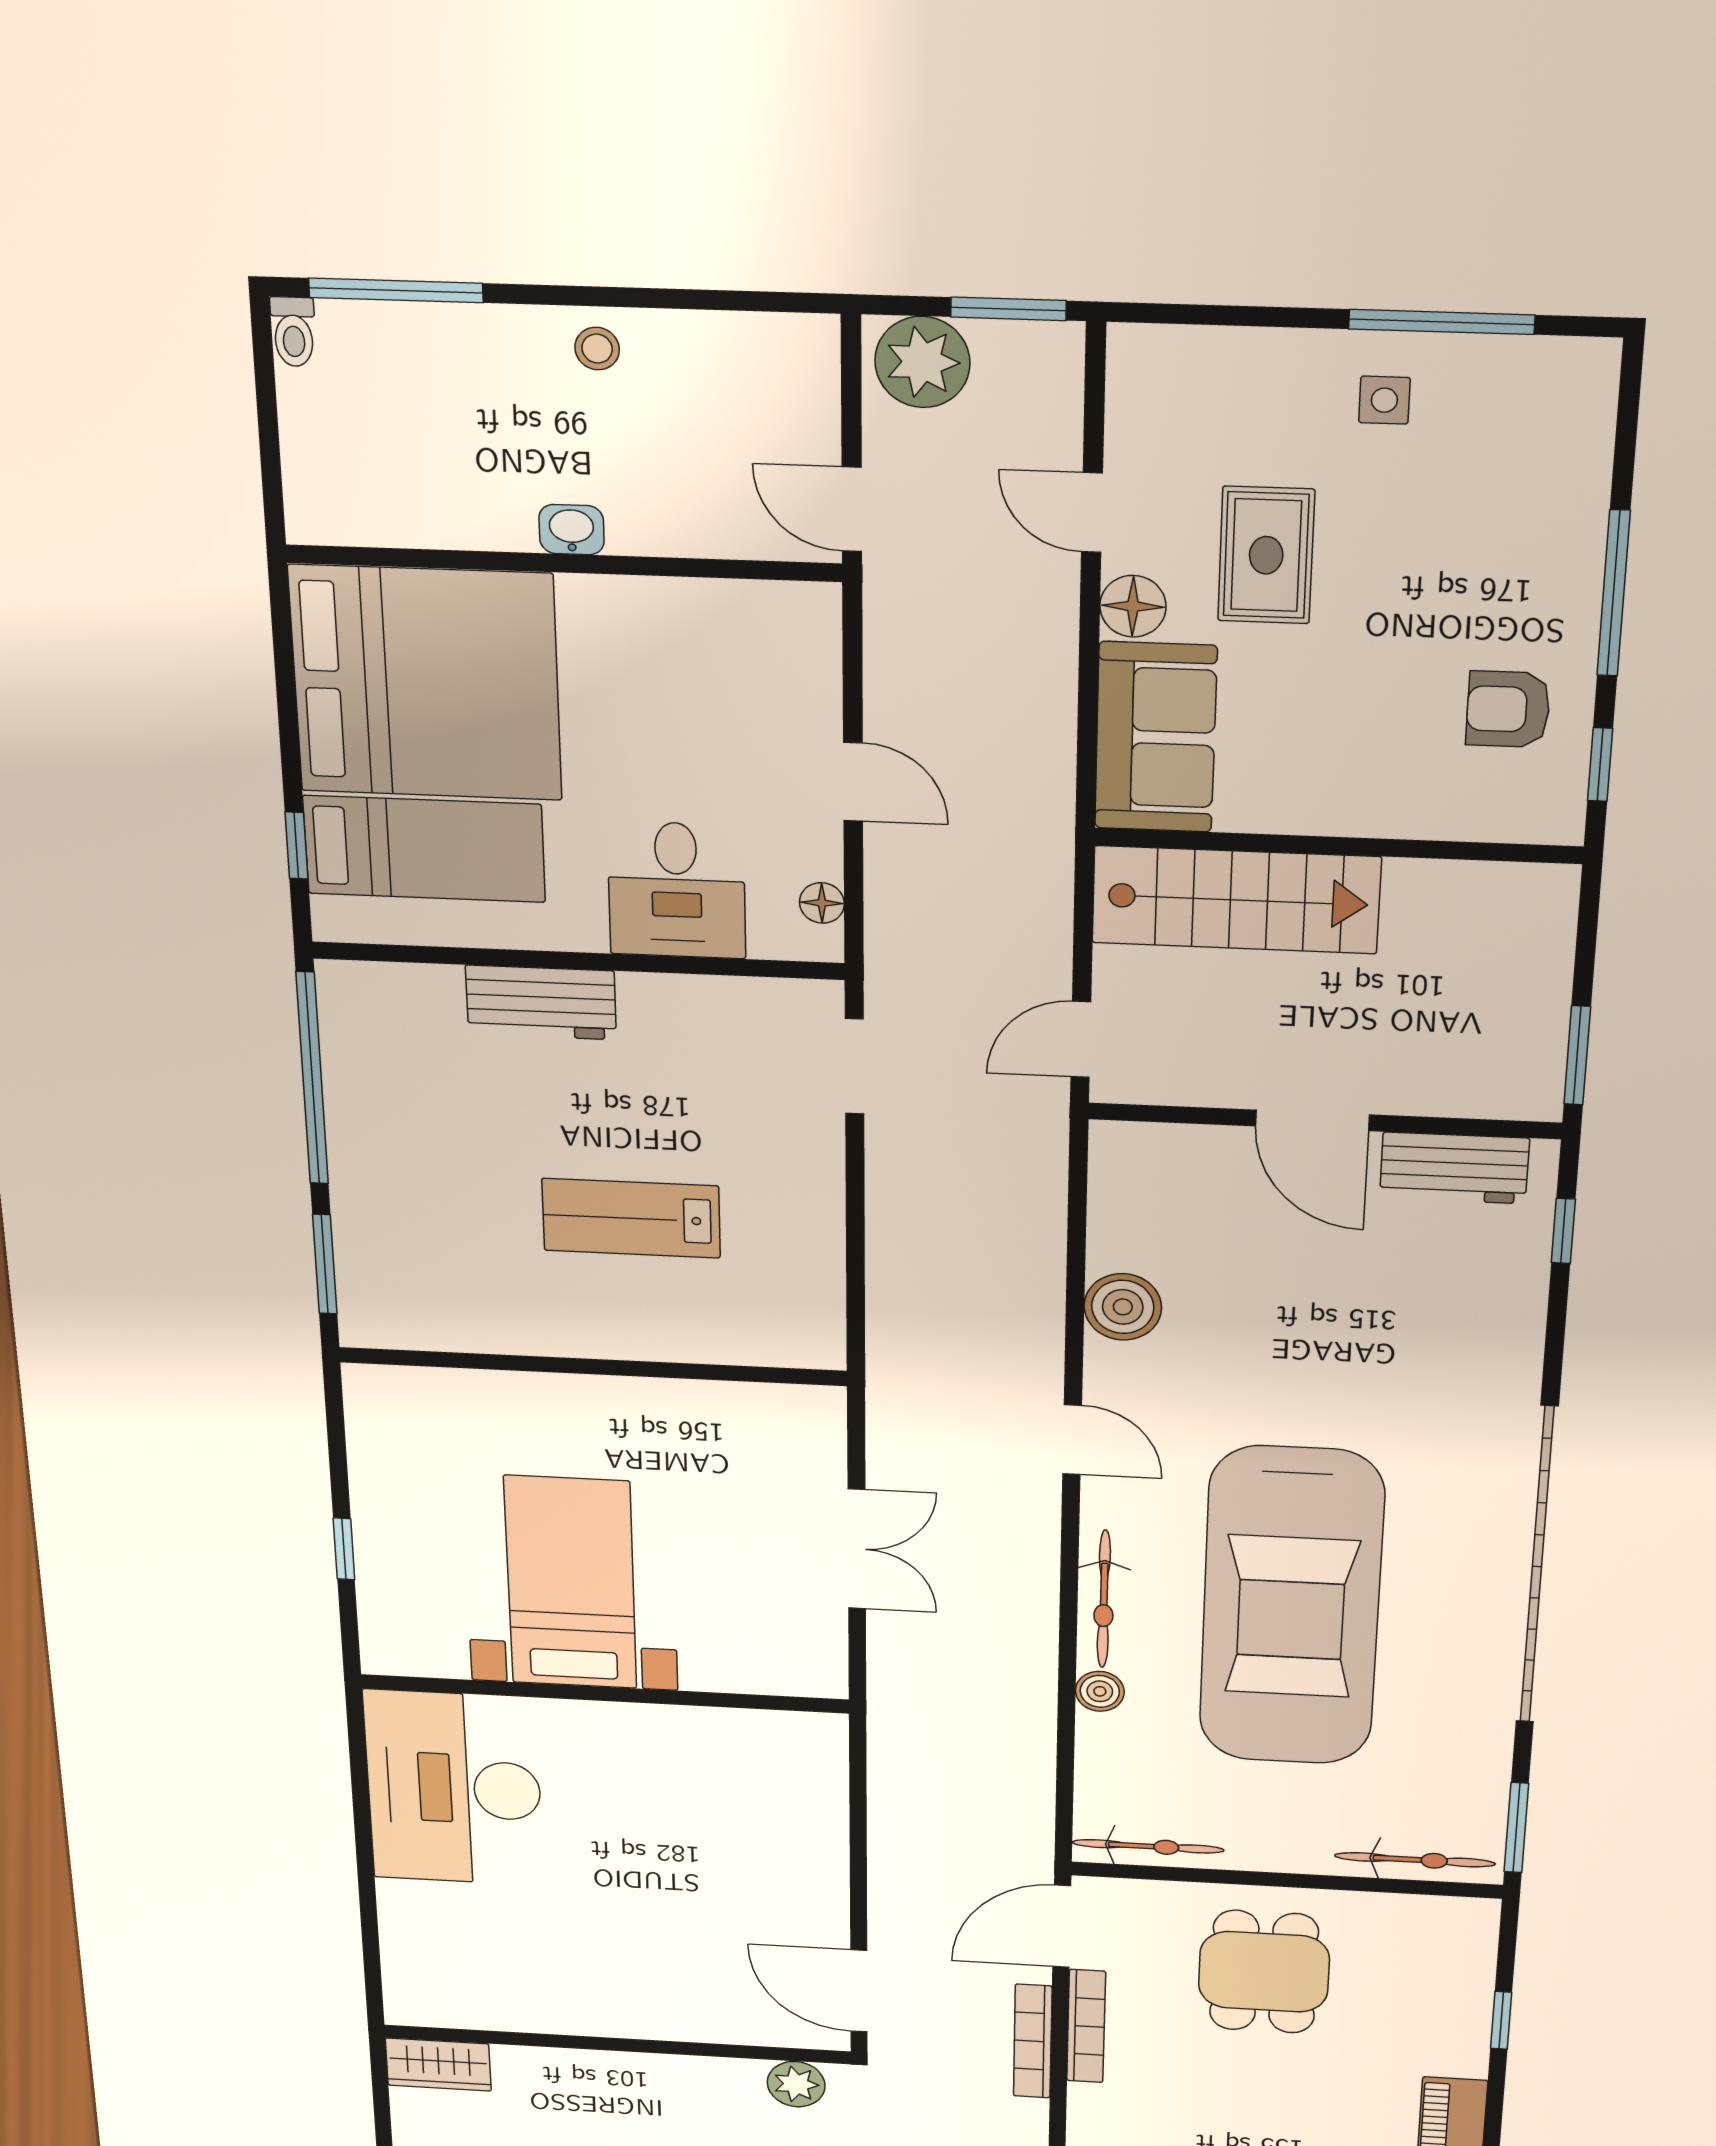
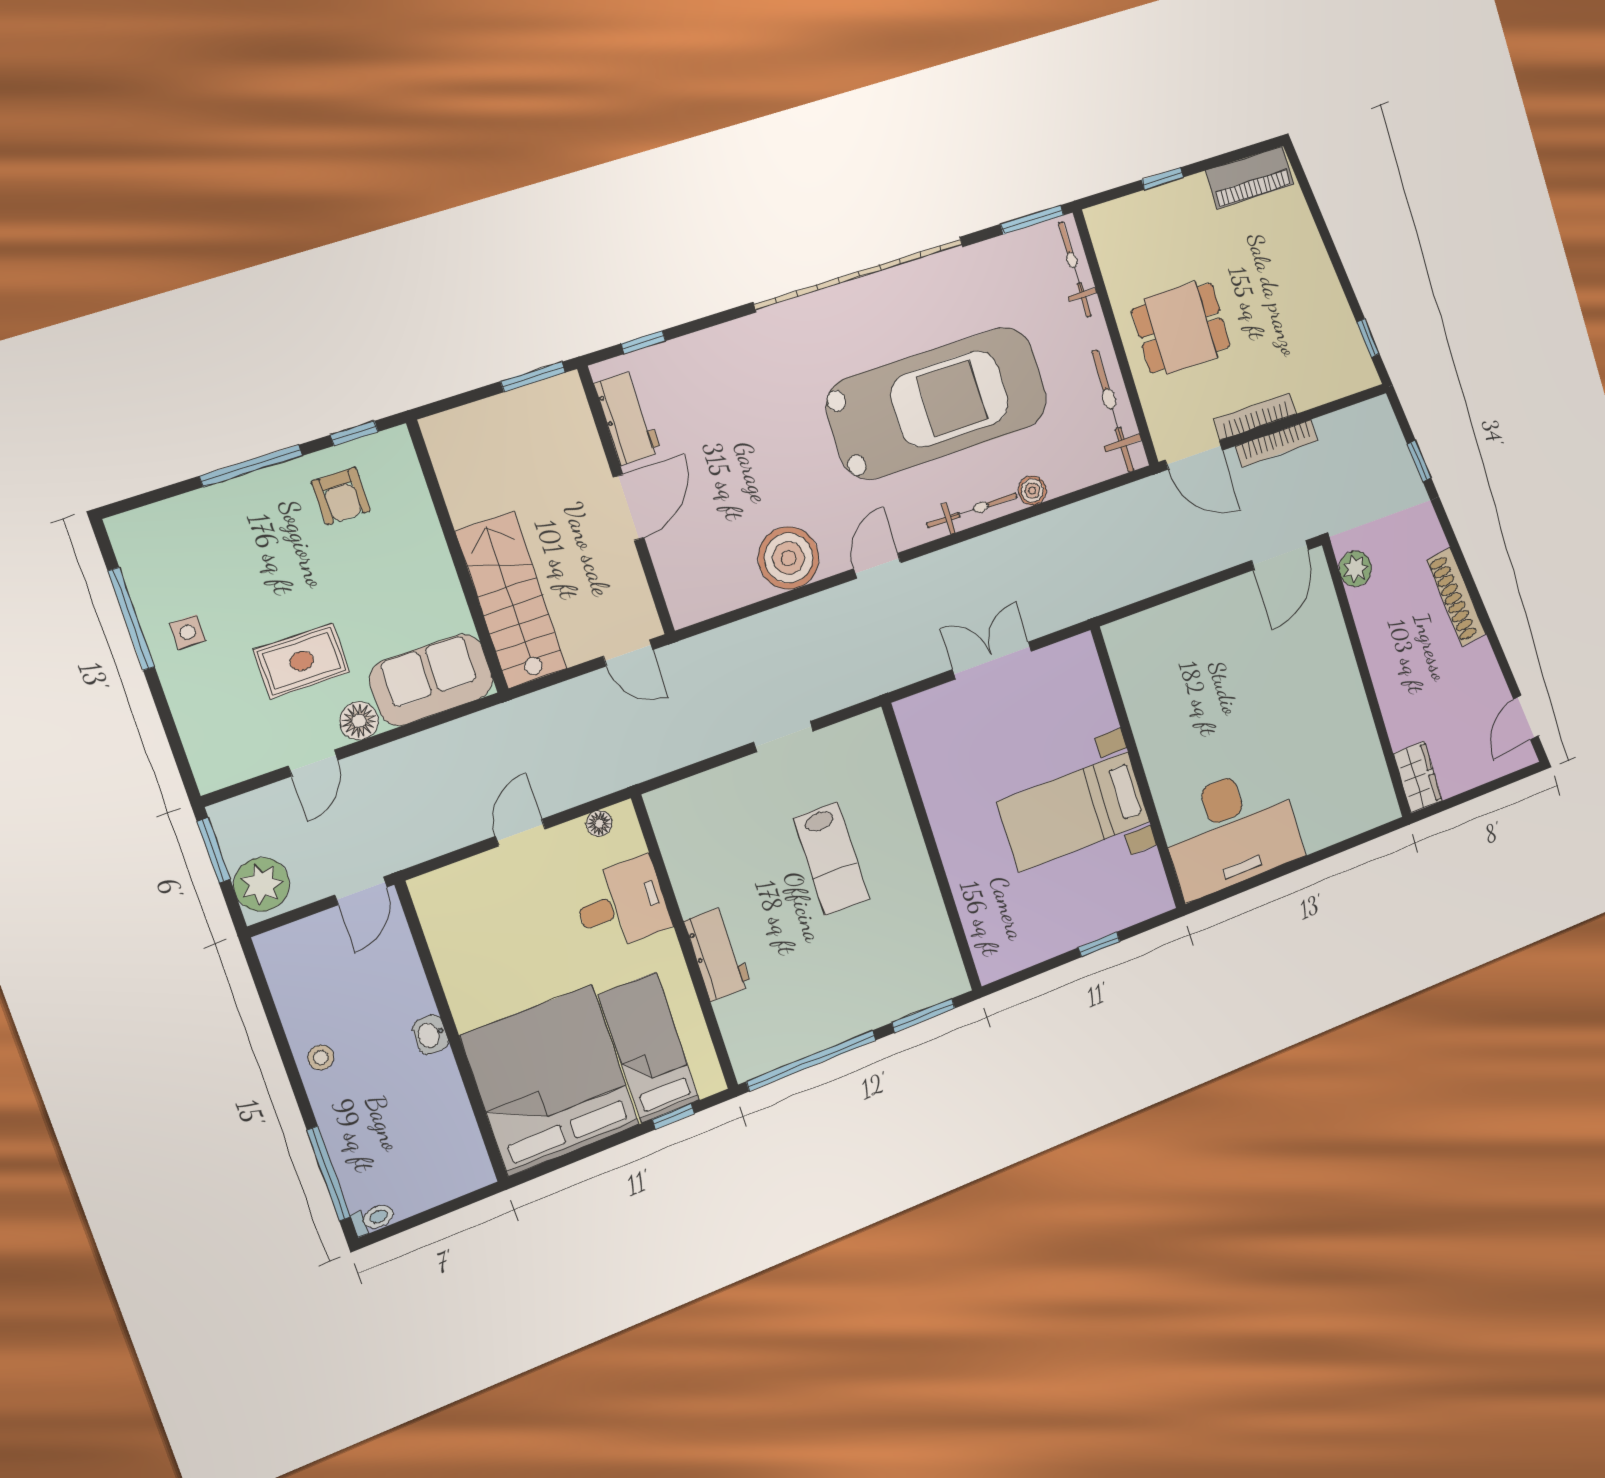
doorway: (854, 1066) -> (784, 737), moved
boiler: (1123, 1307) -> (789, 558), width x1.37, depth x1.37
bicycle: (1148, 1846) -> (1113, 411), width x1.37, depth x1.40

